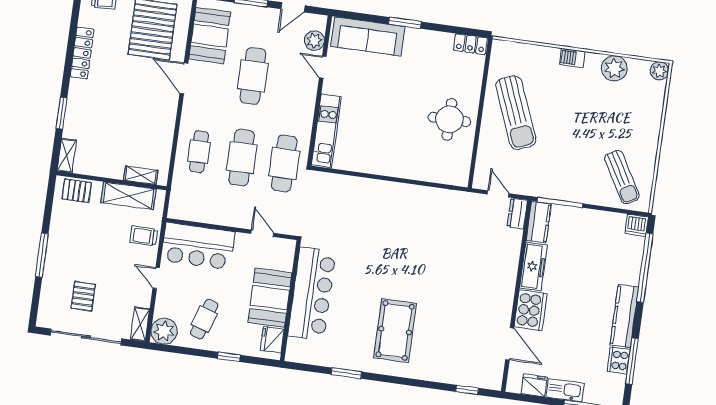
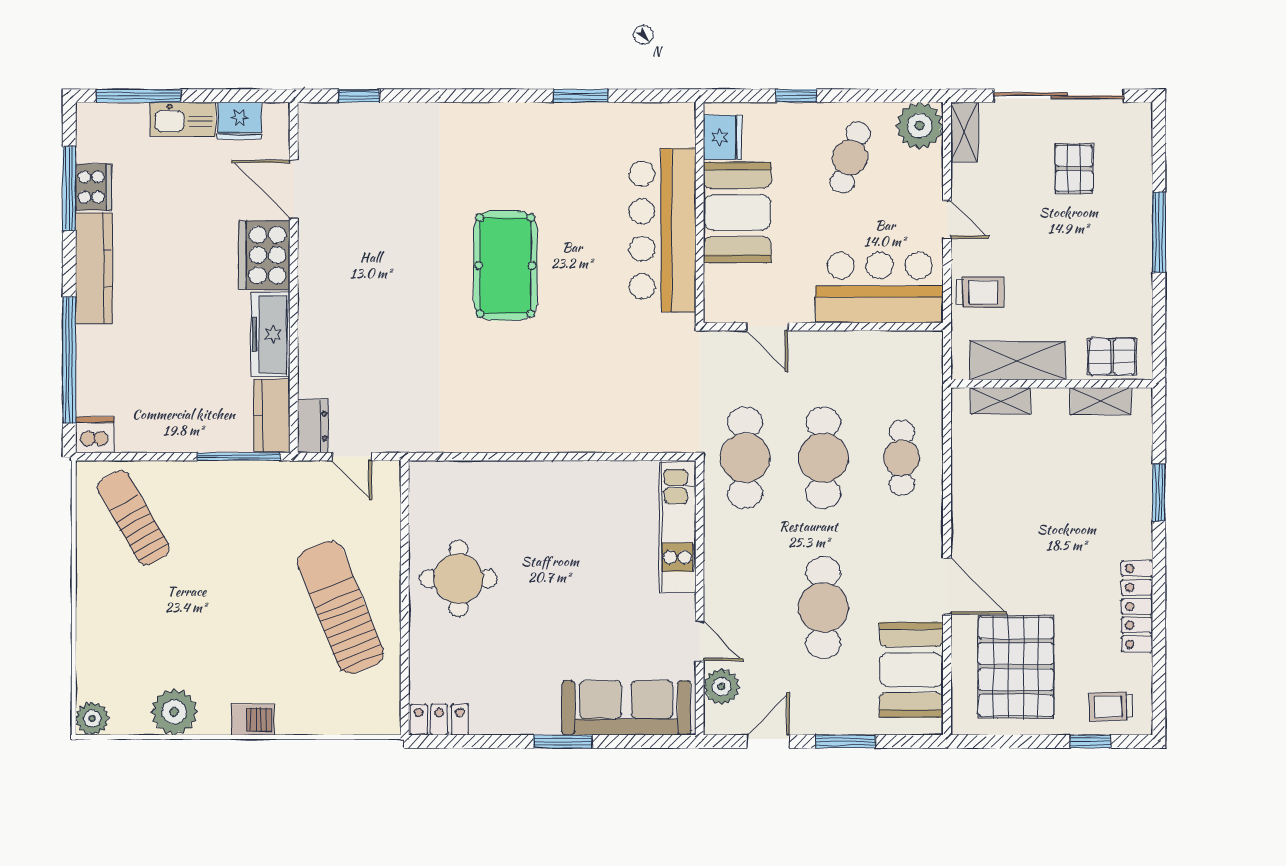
shelving: (67, 156) -> (1101, 401), moved, turned 90
pool table: (395, 331) -> (505, 266), moved

